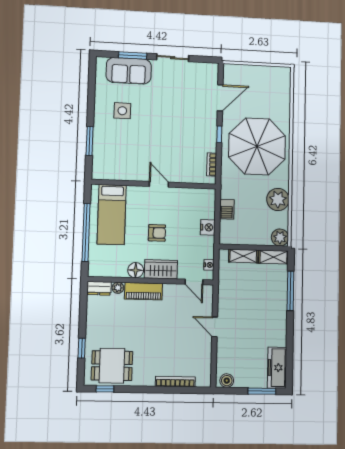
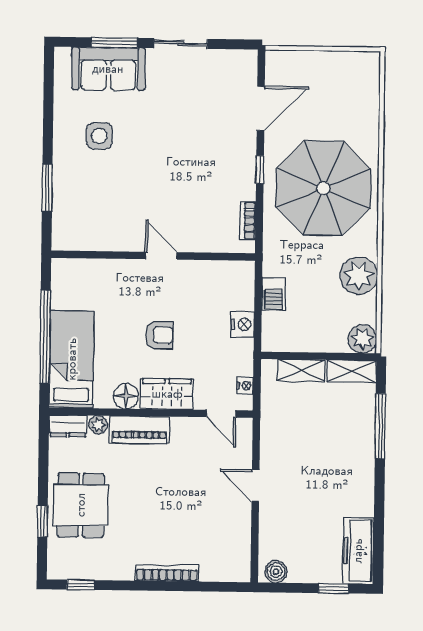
bed: (112, 215) -> (72, 359), moved, turned 180
dining table: (112, 366) -> (81, 505), moved, turned 90
bookcase: (175, 382) -> (167, 573), moved
window: (262, 391) -> (334, 588), width x0.67

